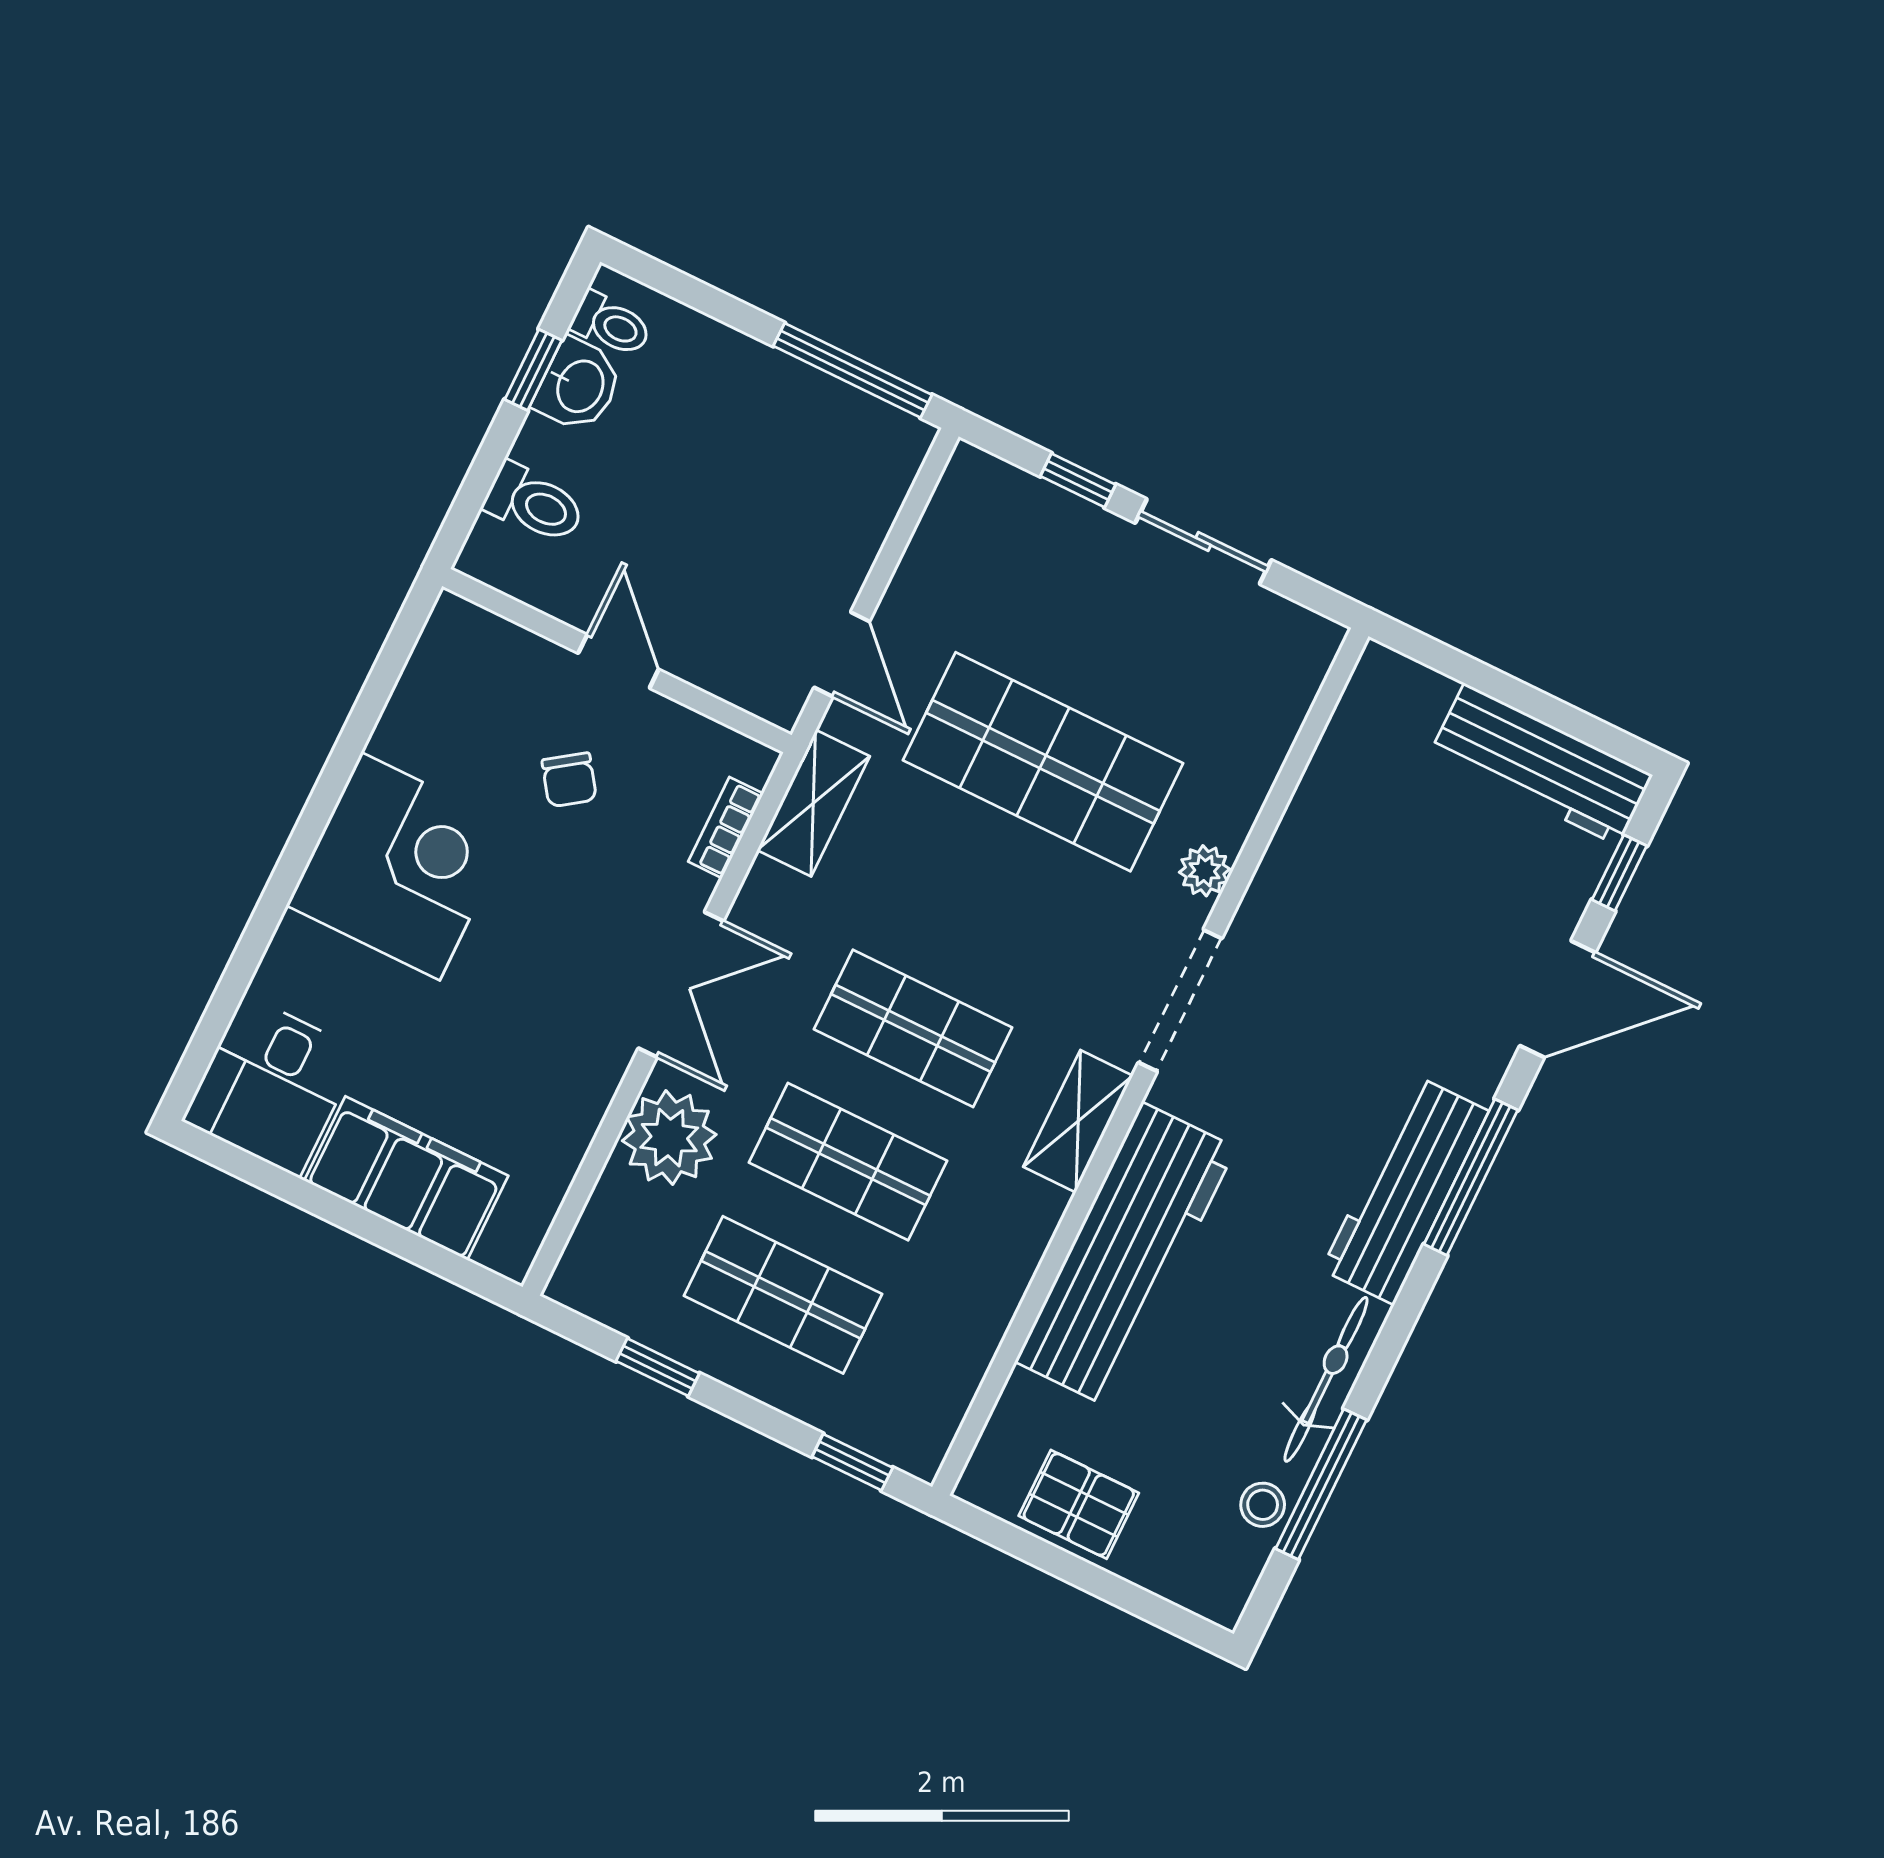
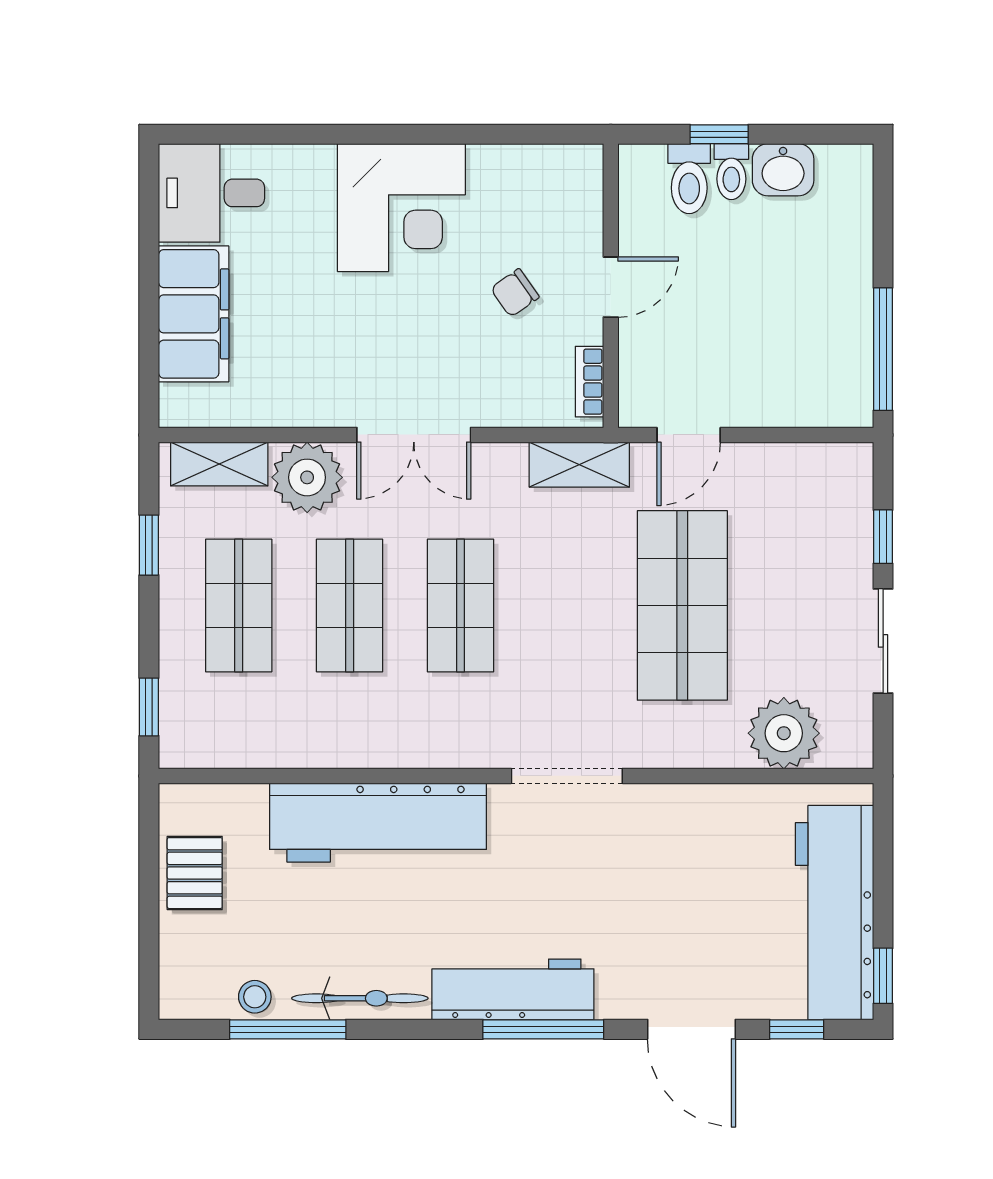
toilet: (611, 324) -> (731, 172), moved
window: (533, 370) -> (719, 134), moved
window: (1606, 738) -> (883, 976), added
workbench: (1541, 764) -> (834, 913), width x1.36, depth x1.32
bookcase: (726, 828) -> (589, 382), moved, turned -90
plant: (1205, 871) -> (784, 733), moved, width x1.87, depth x1.87
shelving: (1078, 1121) -> (219, 464), moved

